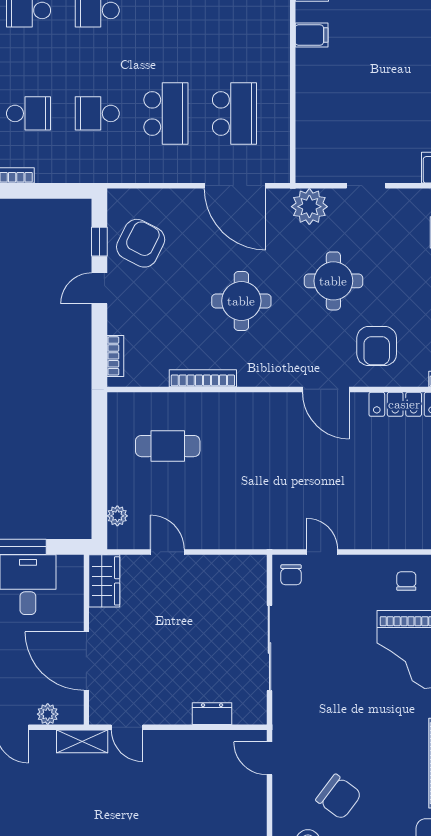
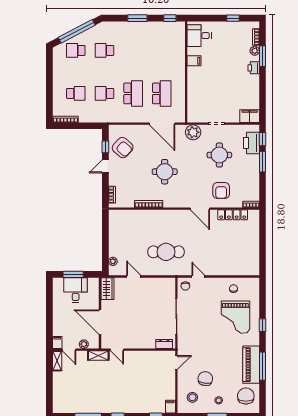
armchair: (141, 243) -> (123, 148), turned 105
round table: (333, 281) -> (219, 155), moved
cafe table: (168, 446) -> (166, 252), moved, width x1.37, depth x1.35
dresser: (212, 714) -> (164, 344), moved
door: (269, 758) -> (176, 363), swing flipped
chair: (339, 797) -> (205, 379), turned -119

